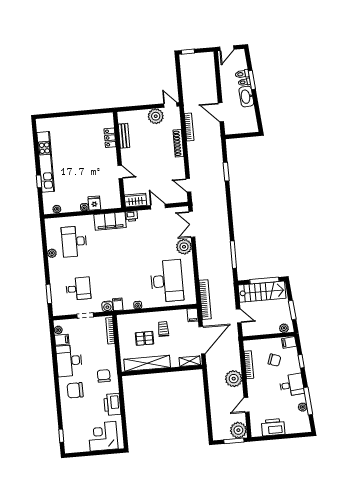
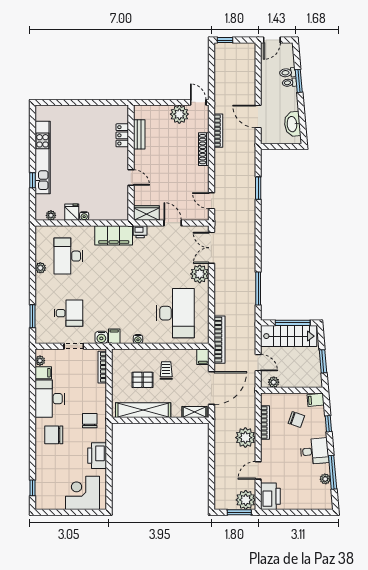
washbasin: (246, 97) -> (292, 124), moved
fridge: (94, 203) -> (72, 212), moved
plant: (284, 328) -> (274, 382), moved
printer: (273, 427) -> (270, 496), moved, turned 90

